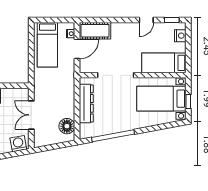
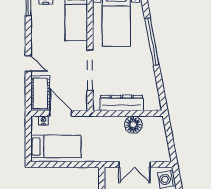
door: (146, 20) -> (28, 64), moved
floor lamp: (67, 126) -> (133, 125), moved
window: (113, 136) -> (152, 42), moved

